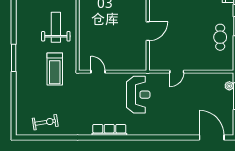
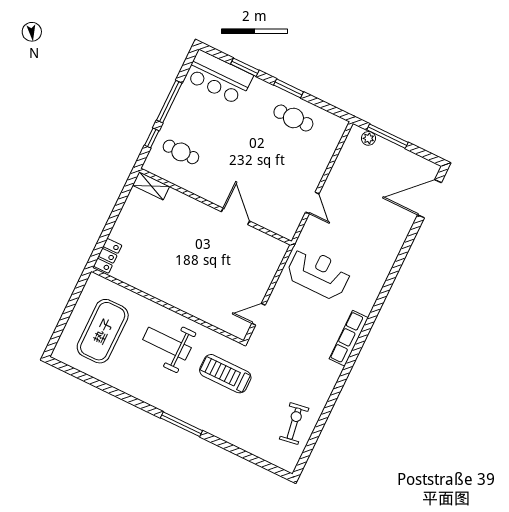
treadmill: (55, 69) -> (225, 374), turned 180

